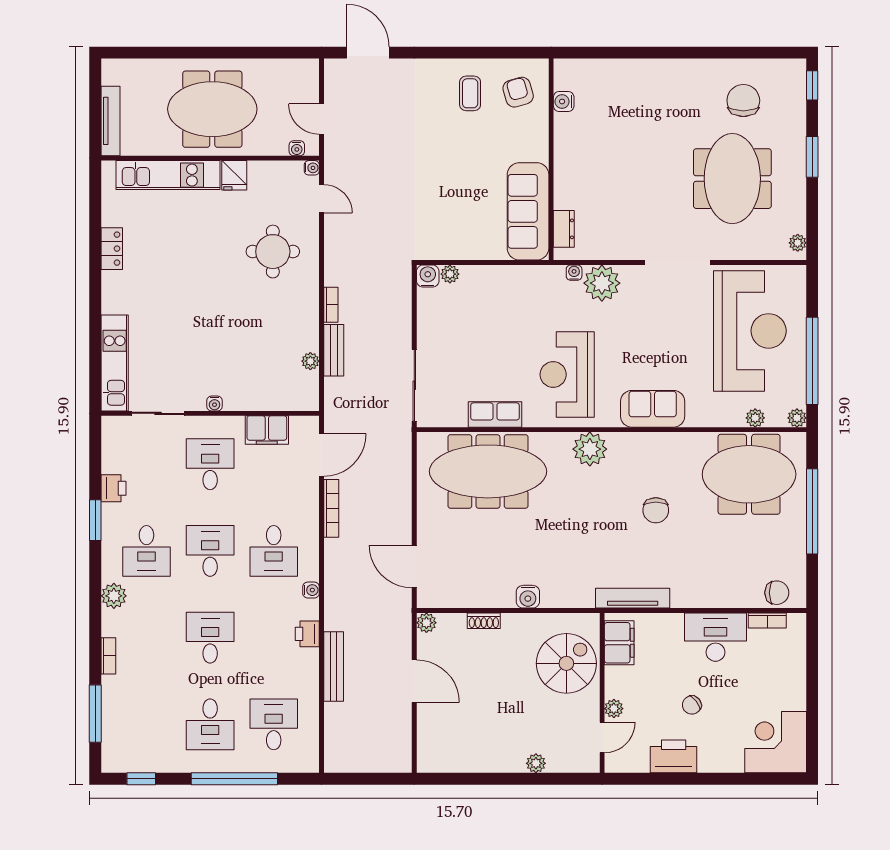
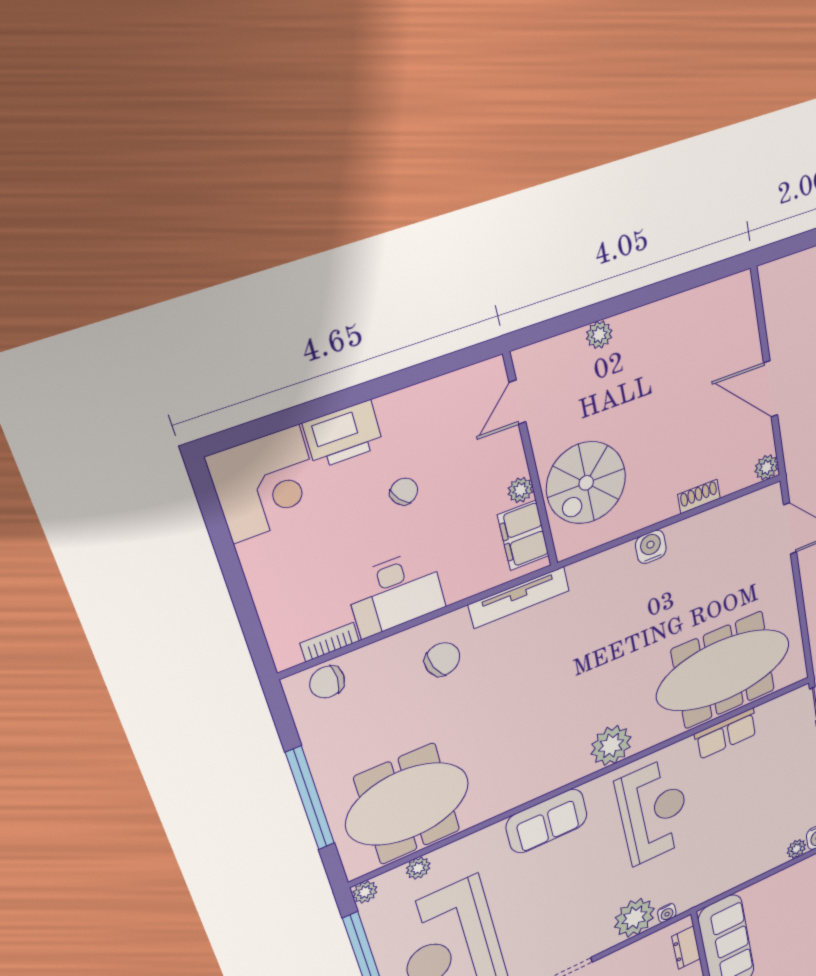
chair: (656, 510) -> (442, 659), moved, turned 69
plant: (614, 709) -> (520, 490), moved
printer: (674, 756) -> (343, 435), moved

